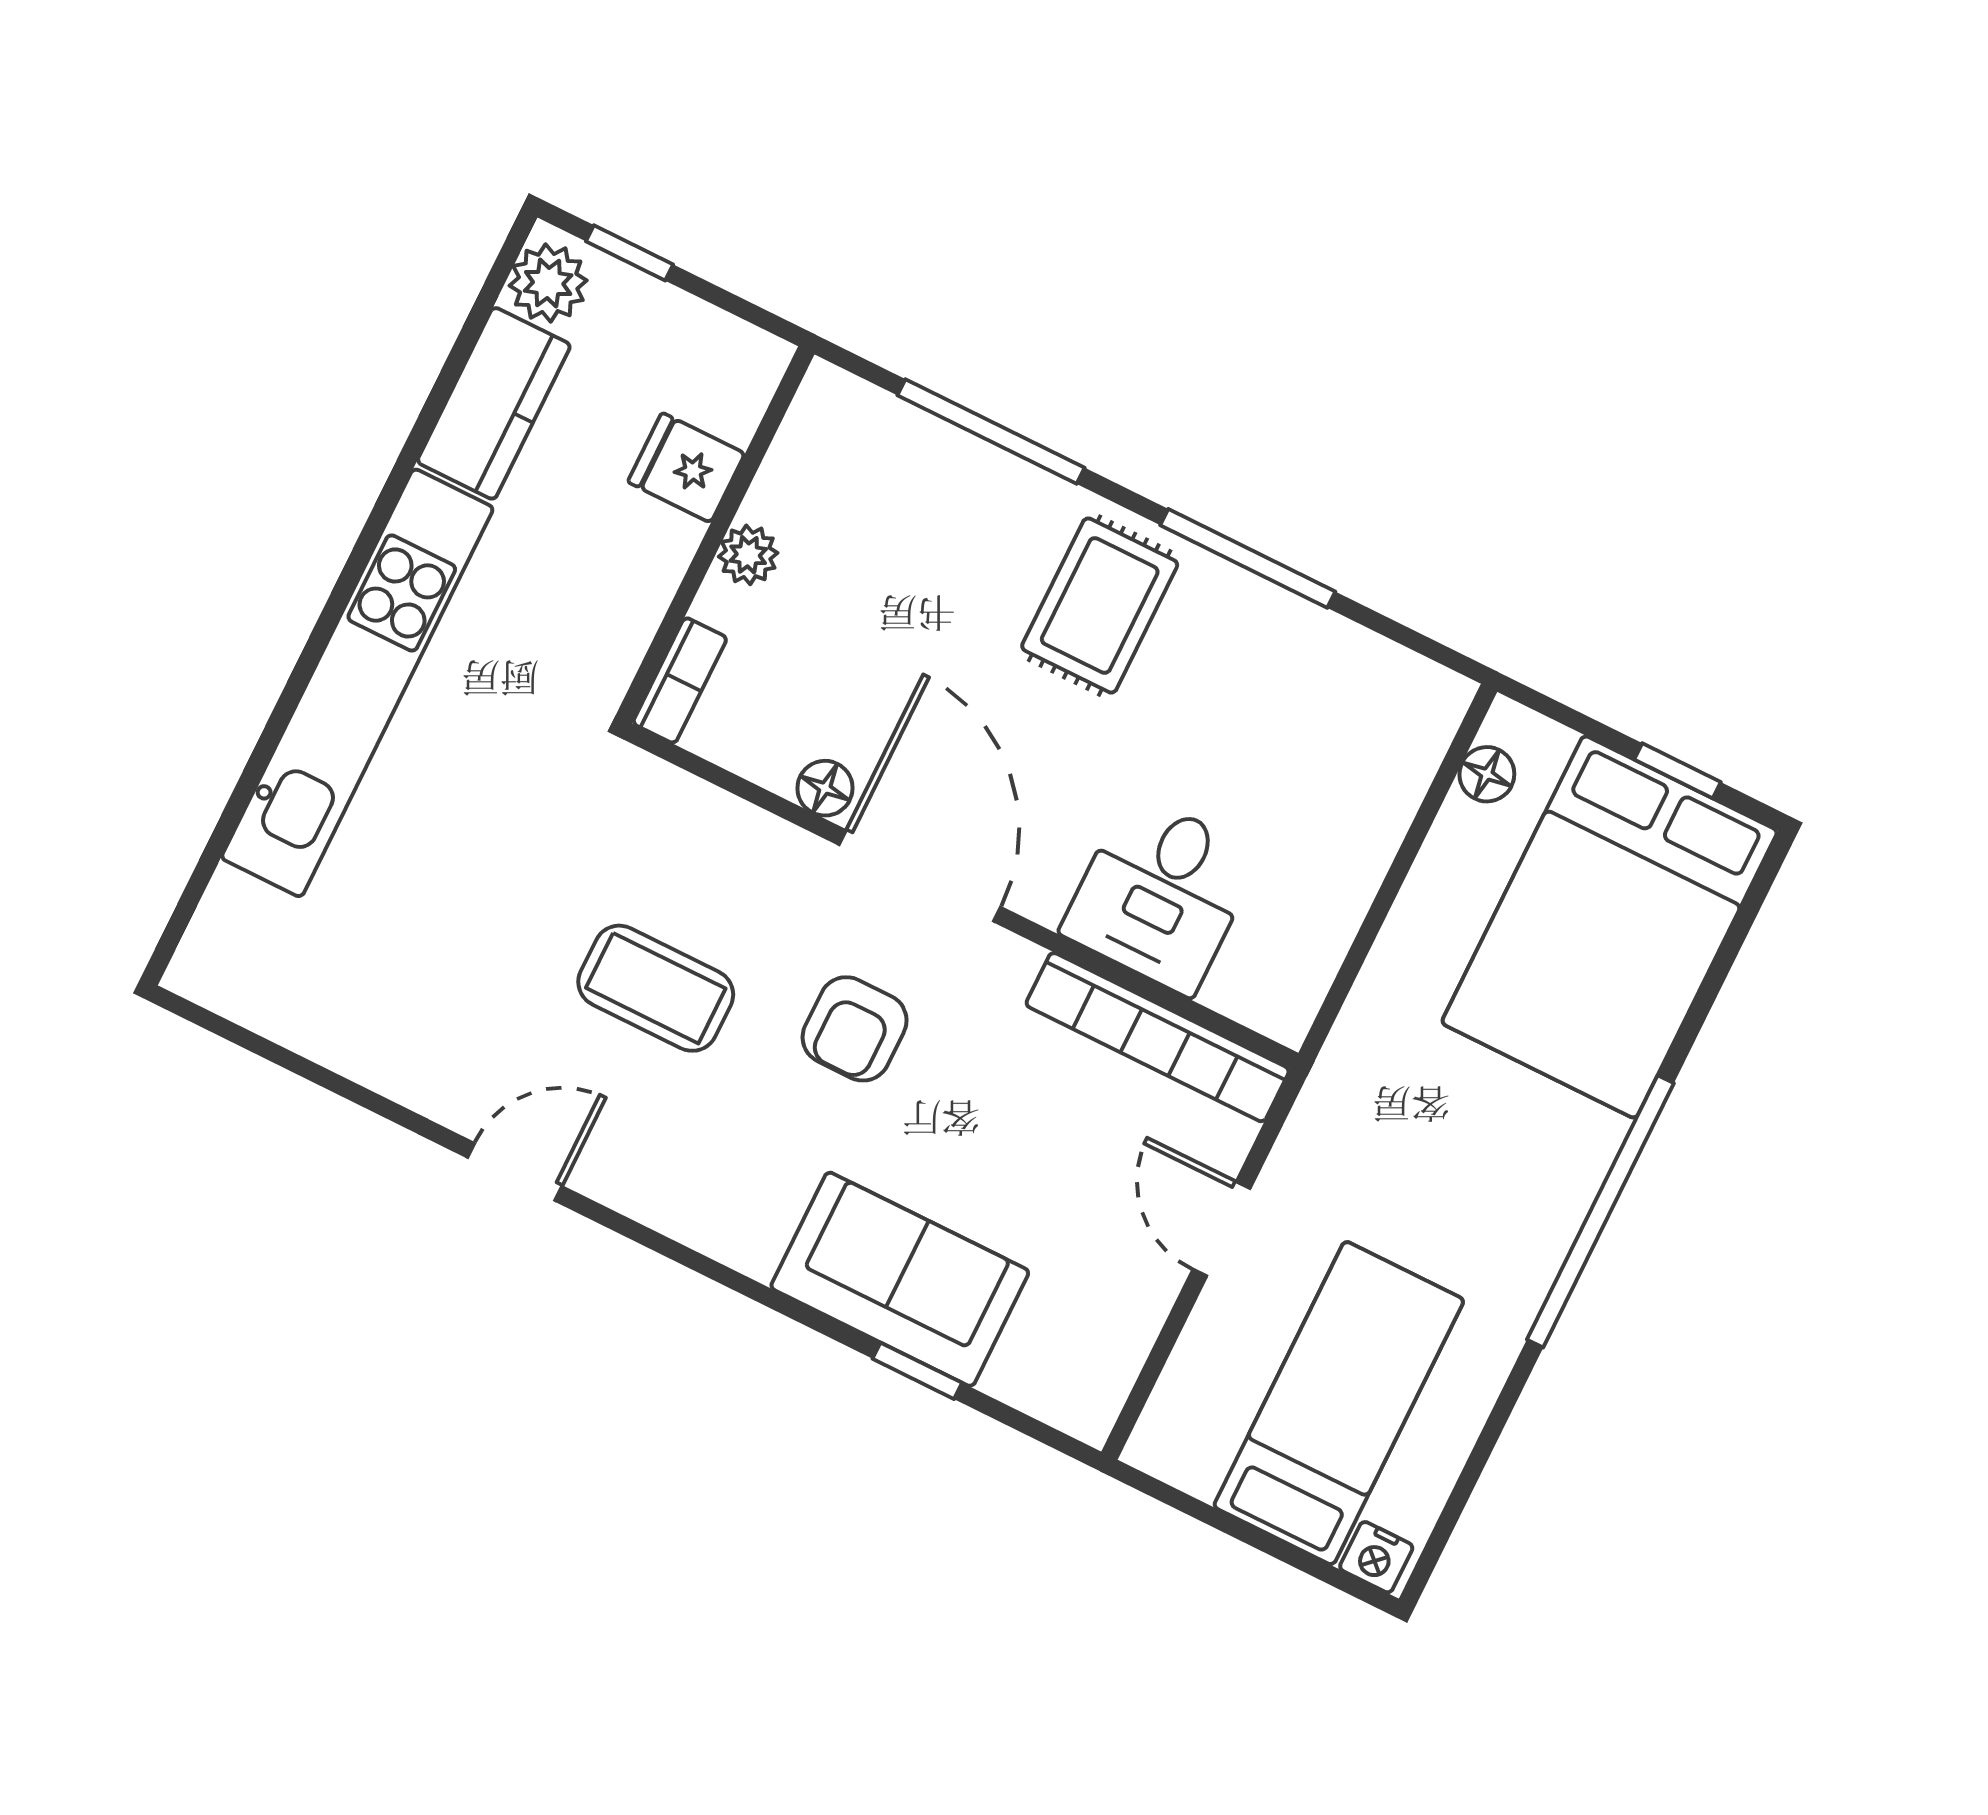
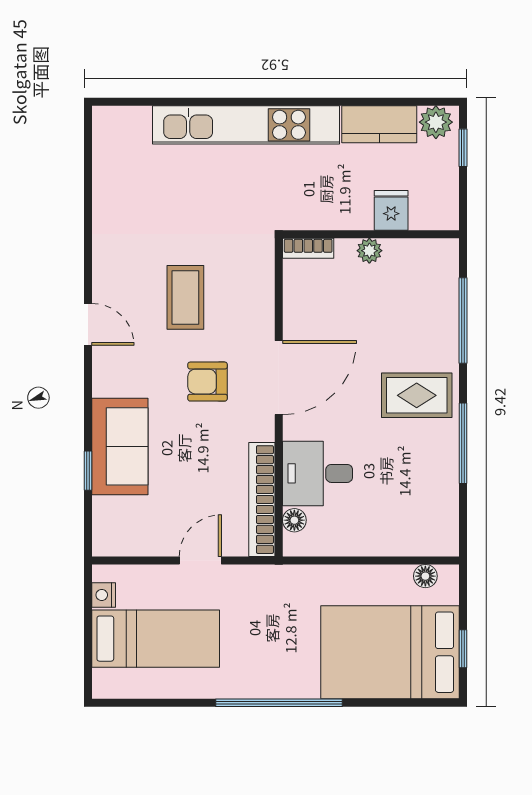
floor lamp: (825, 788) -> (294, 520), moved
door: (515, 1172) -> (88, 324), moved
nightstand: (1376, 1557) -> (104, 595), moved

